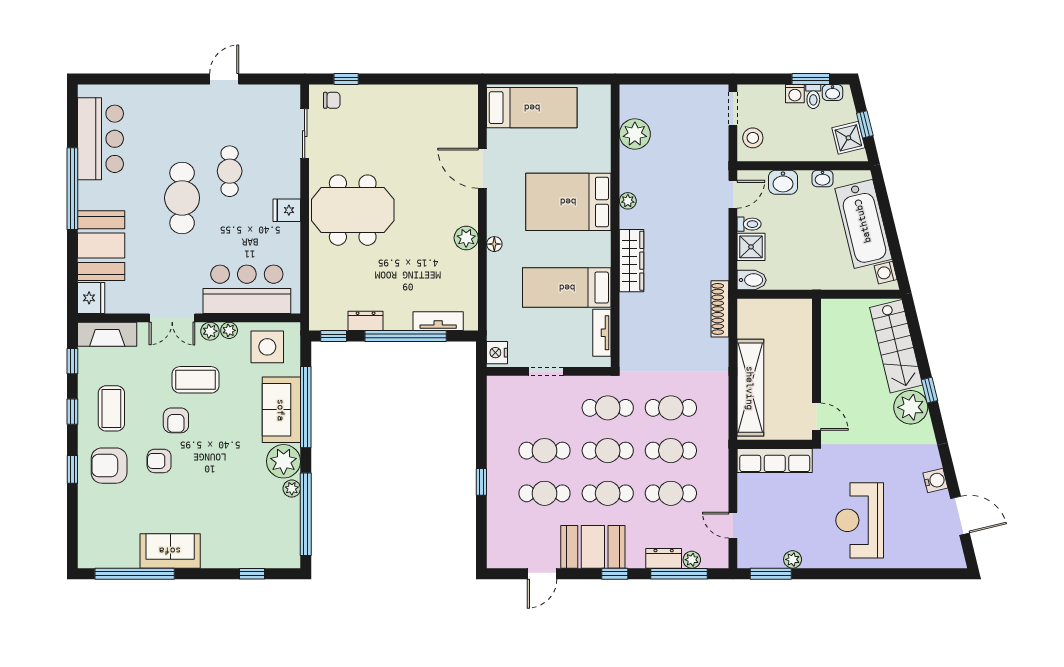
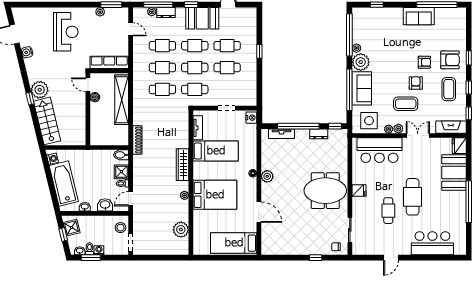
window: (346, 79) -> (316, 258), moved
bar counter: (101, 139) -> (432, 243), moved, turned 90
boiler: (803, 393) -> (95, 97), added

